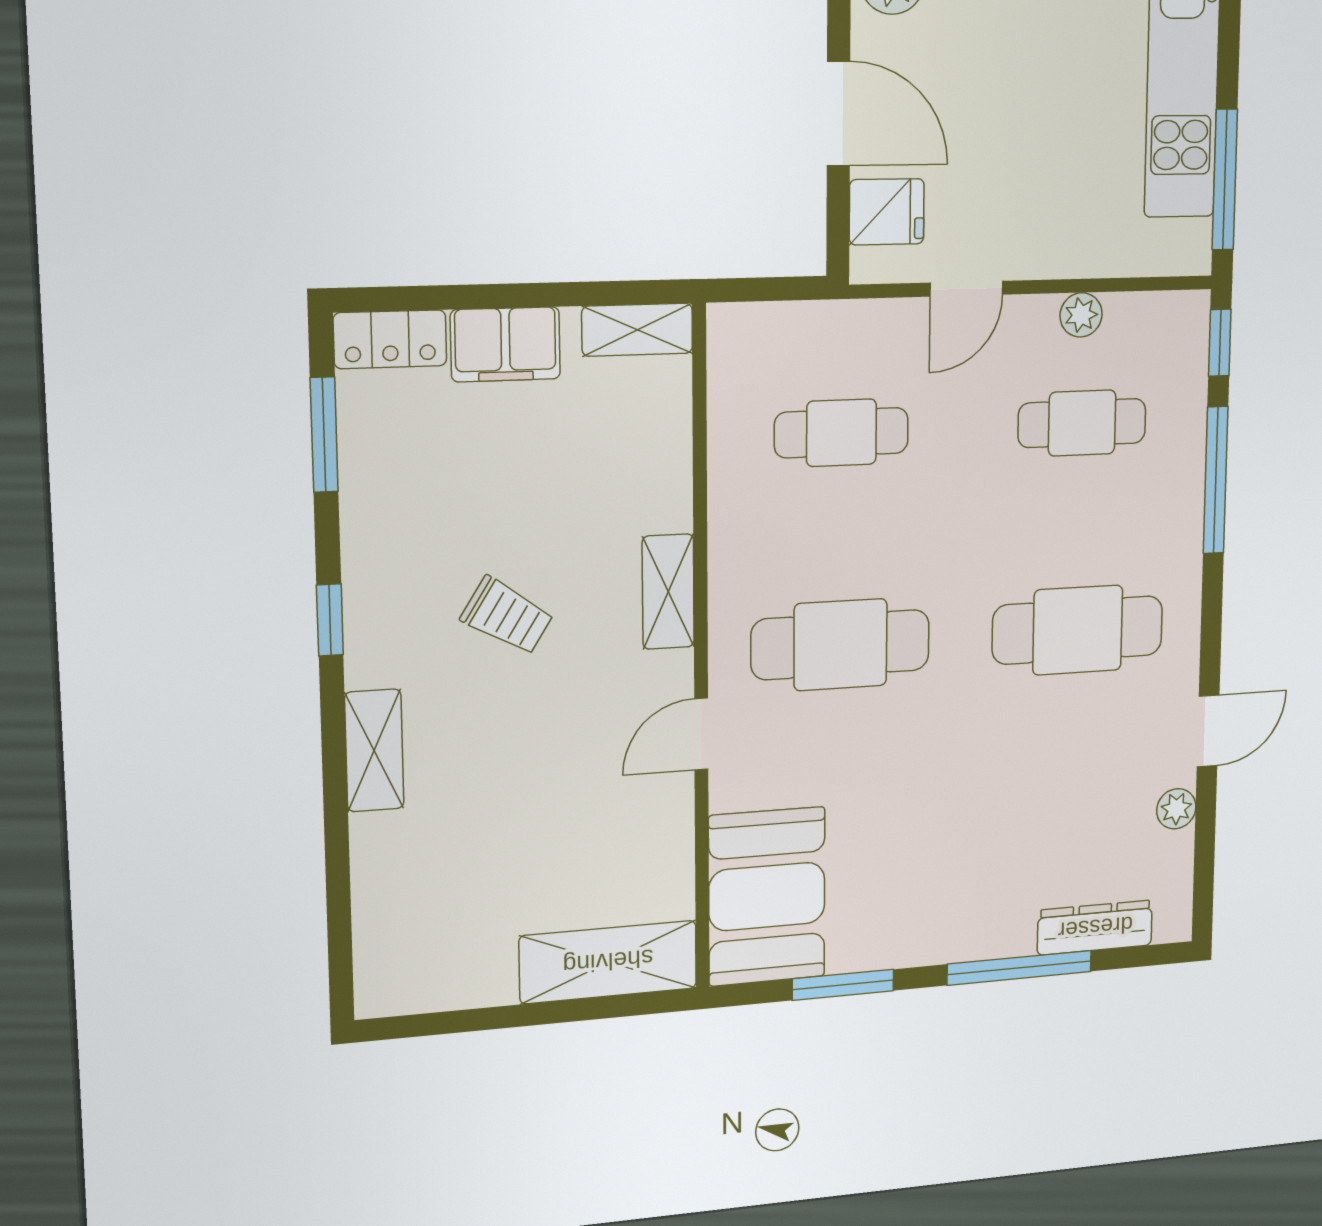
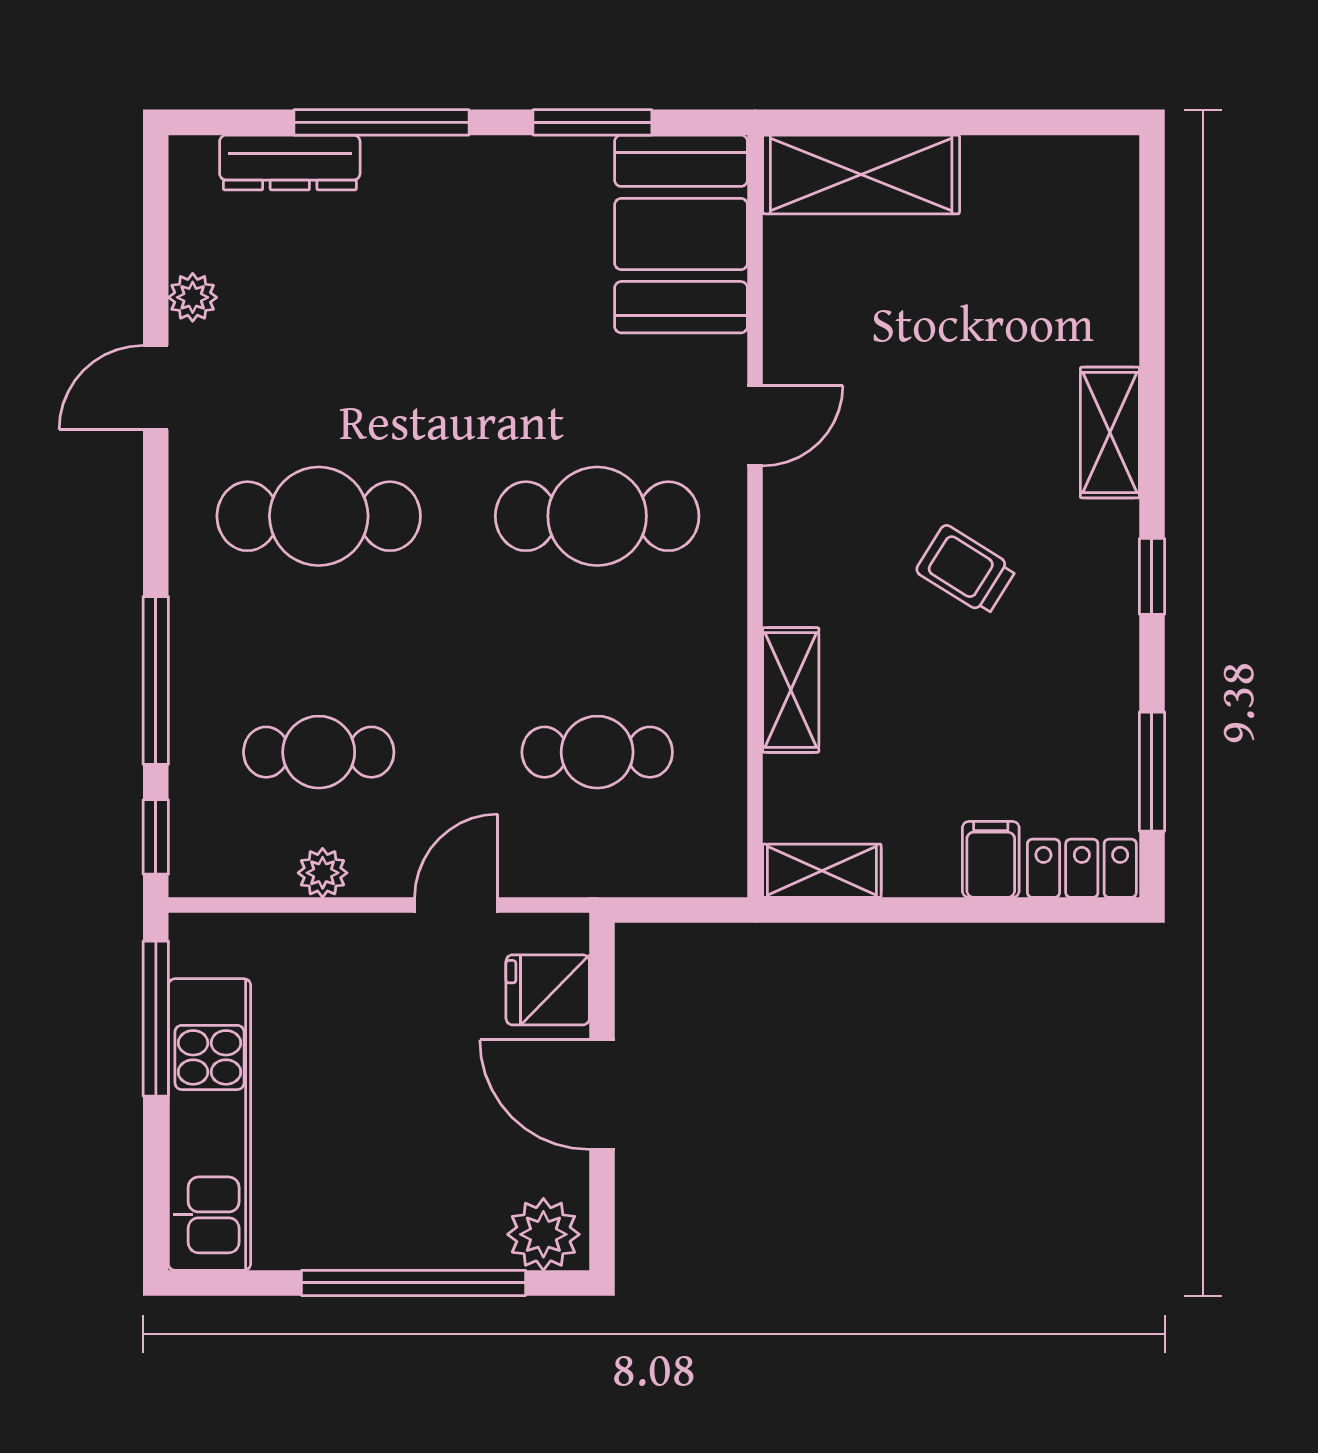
filing cabinet: (505, 344) -> (991, 859), width x0.50
shelving: (668, 592) -> (791, 690), moved

